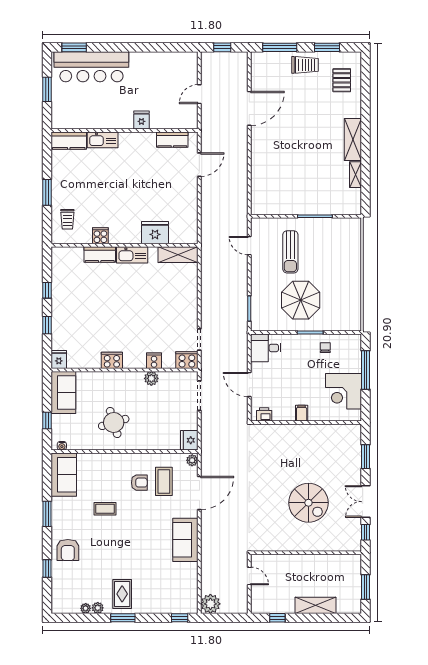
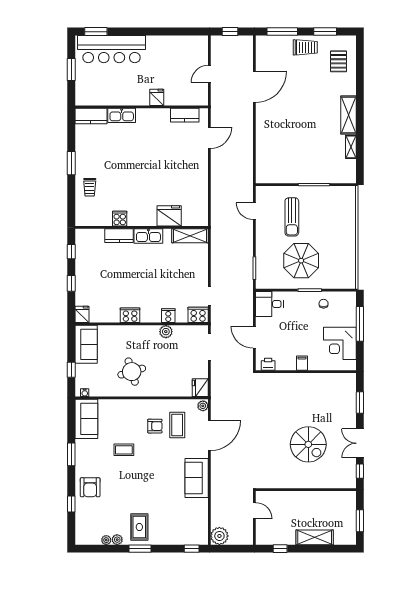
fridge: (155, 233) -> (169, 216), moved
cooker: (100, 236) -> (120, 219), moved
wall: (125, 245) -> (142, 227), moved
kitchen counter: (100, 255) -> (119, 236), moved
kitchen sink: (132, 255) -> (148, 236), moved
shelving: (178, 255) -> (190, 236), moved

